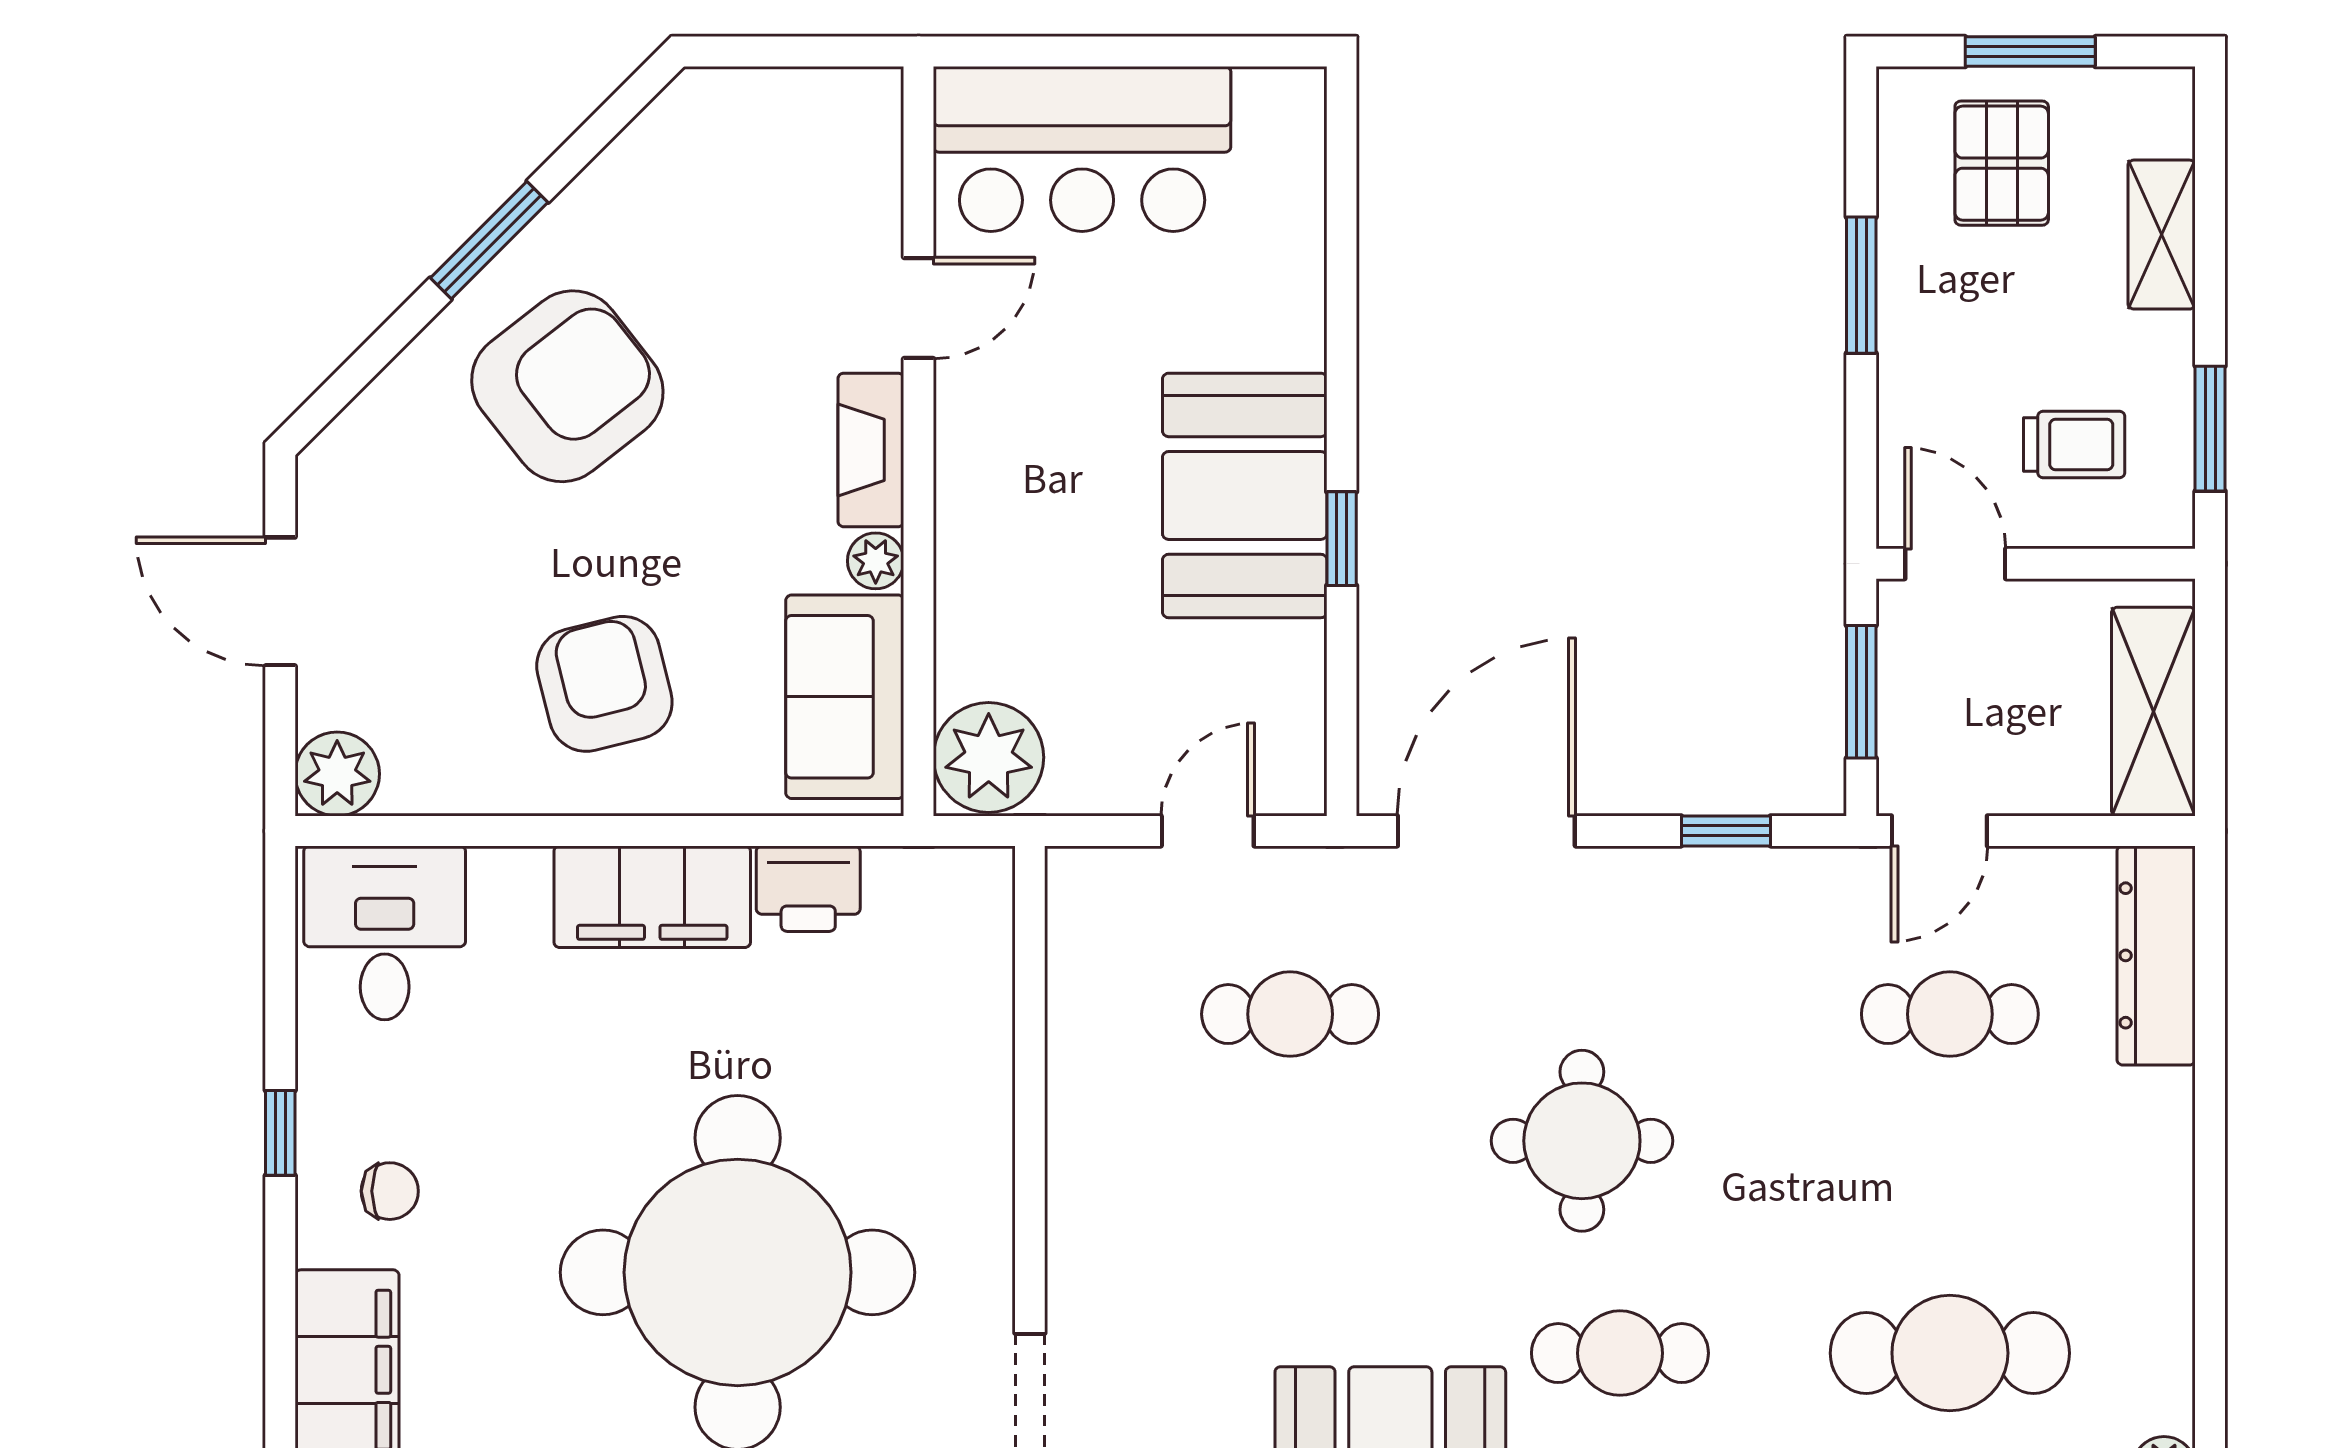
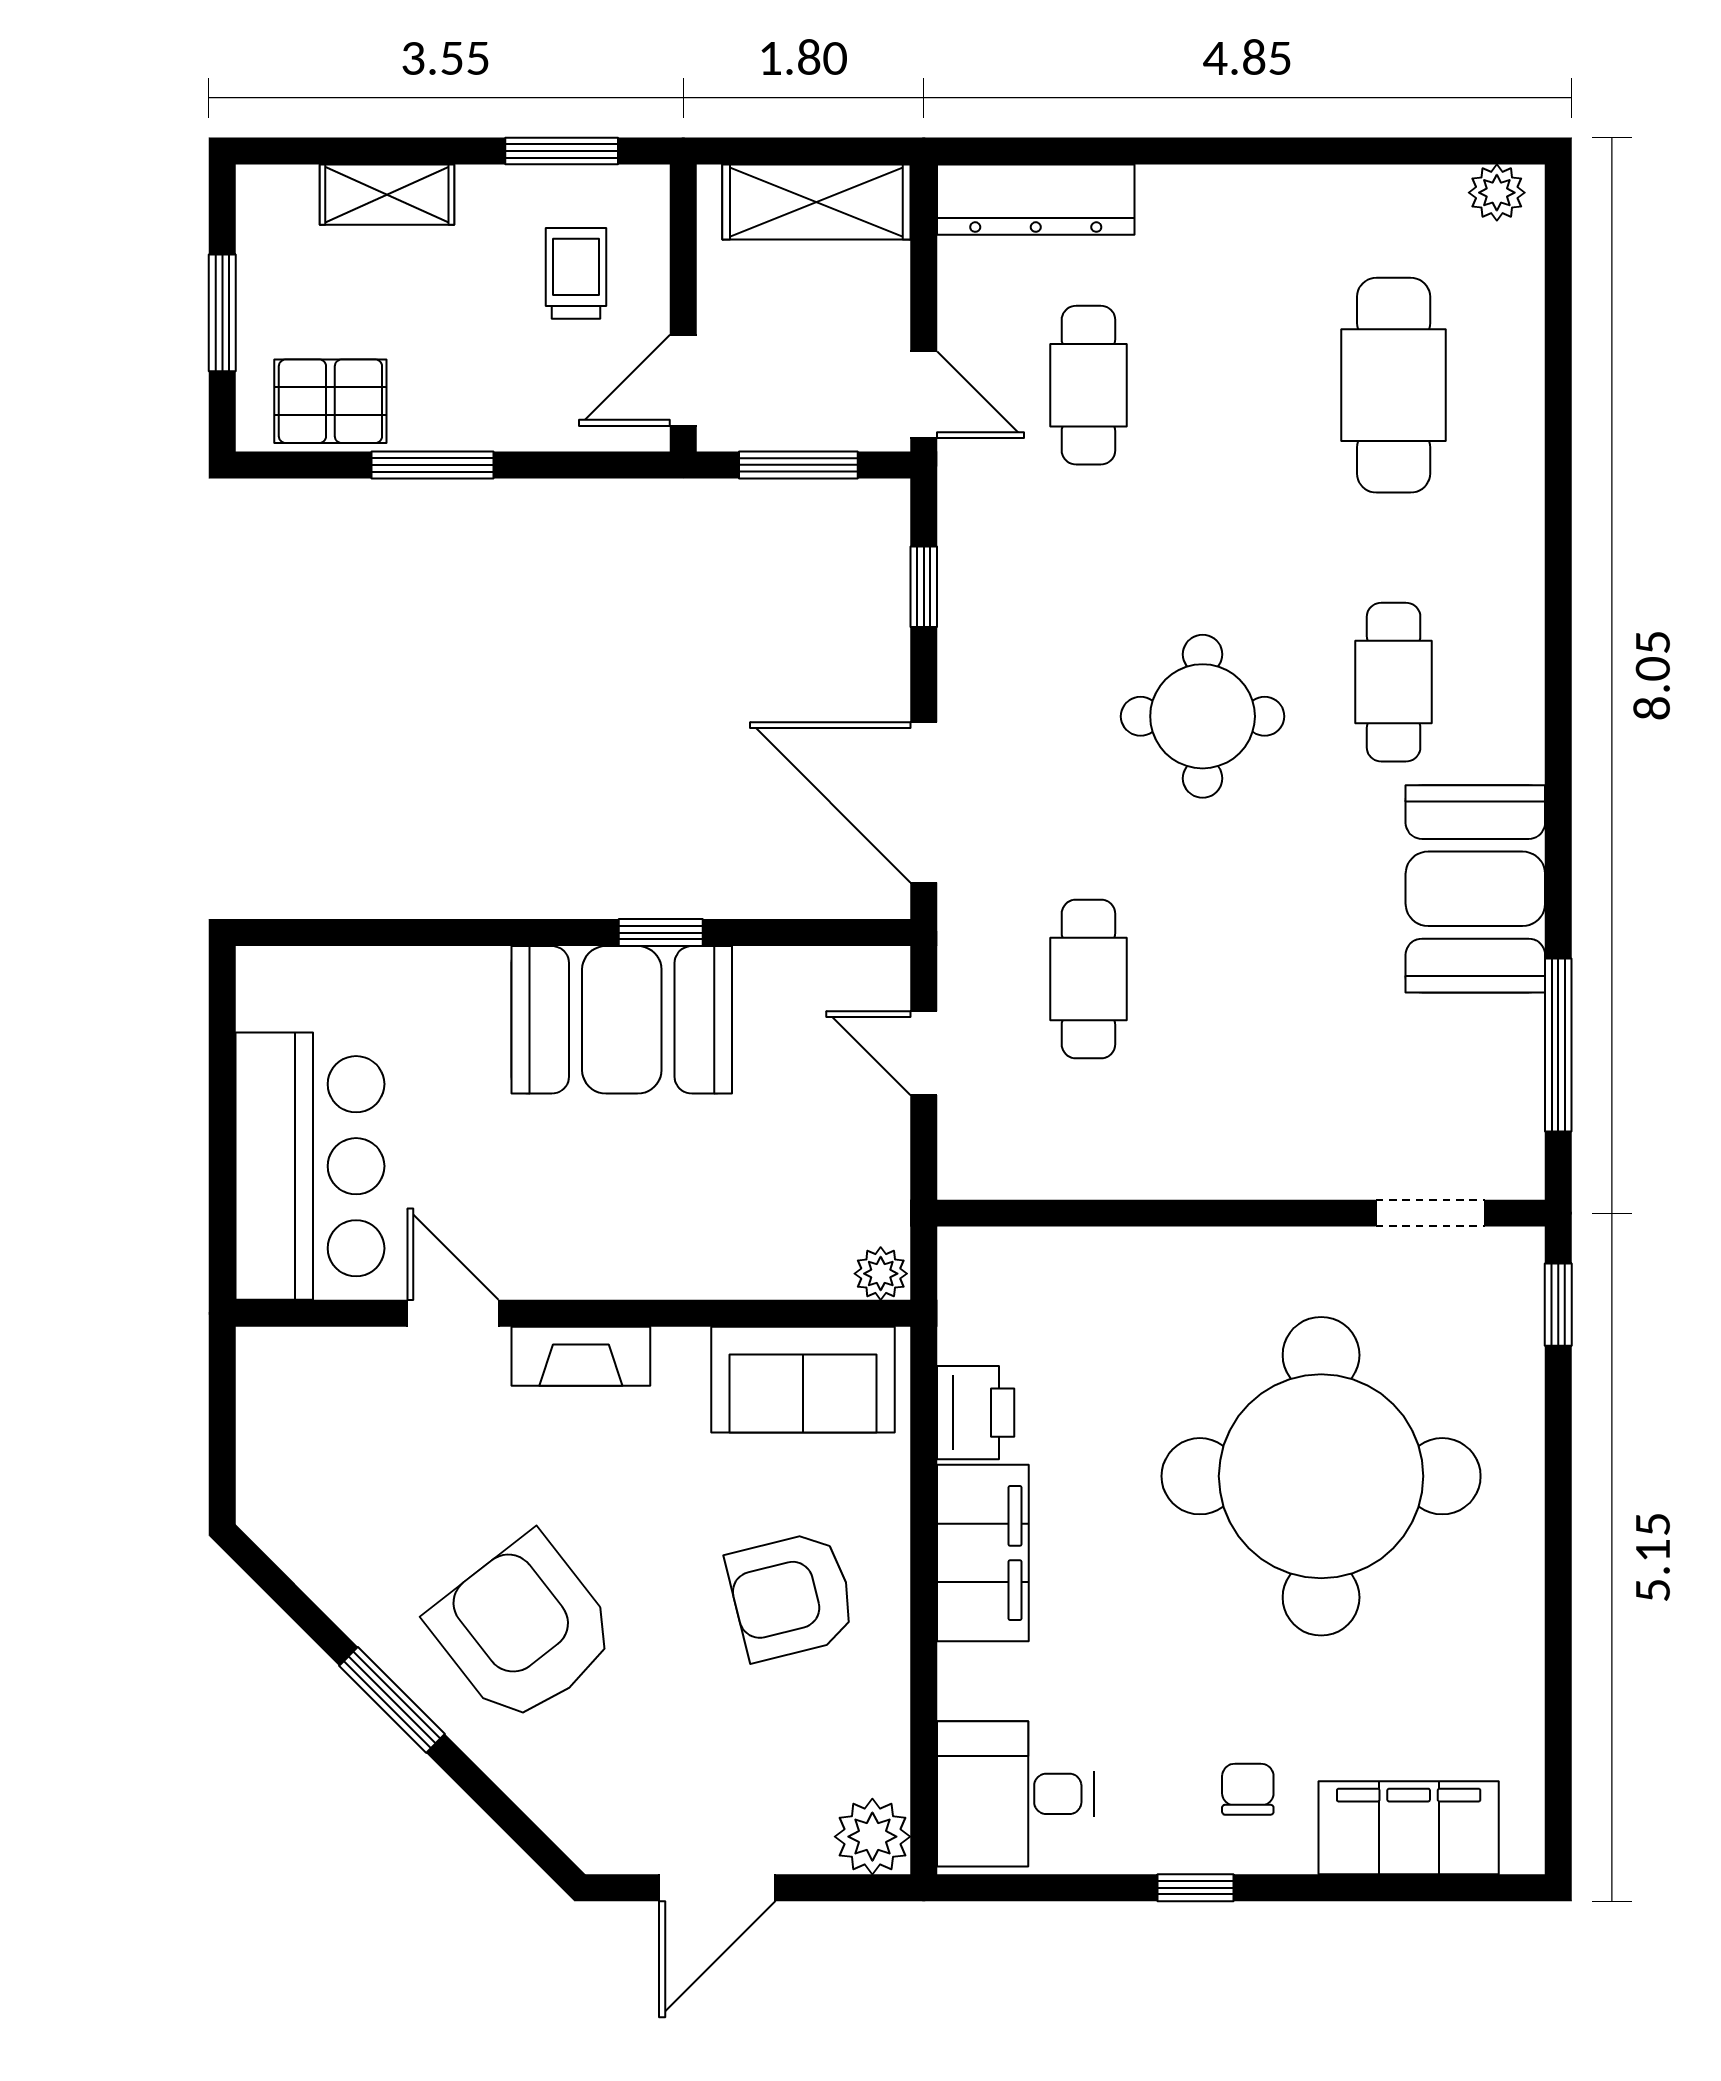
pallet: (2002, 163) -> (330, 401), moved
plant: (876, 561) -> (681, 1352), removed
plant: (989, 757) -> (881, 1274), width x0.53, depth x0.53

